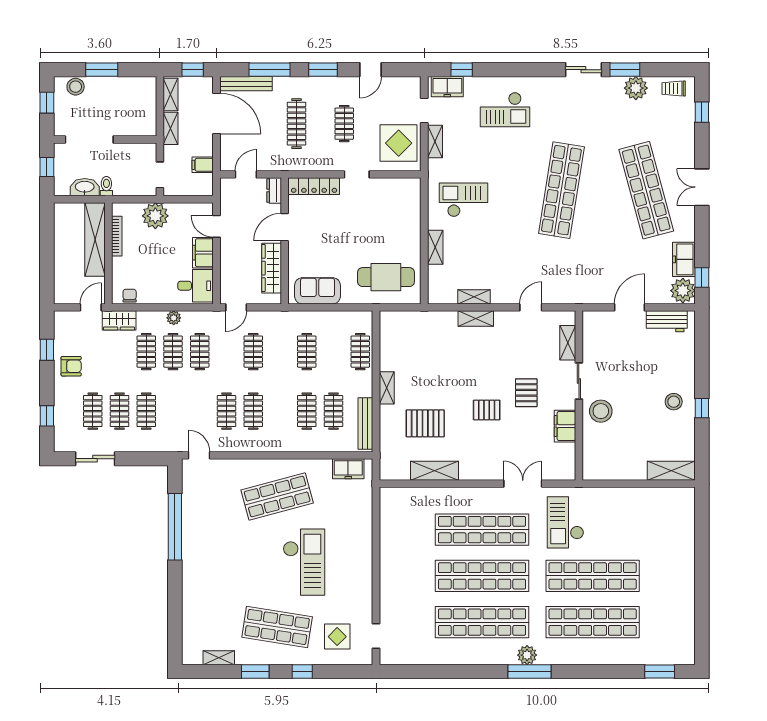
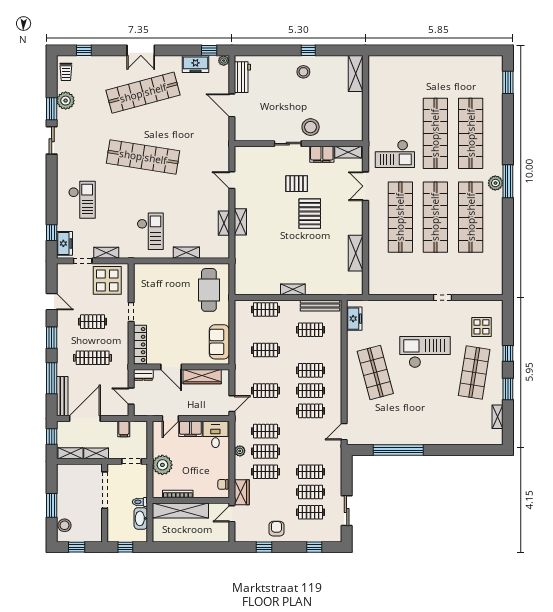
doorway: (89, 139) -> (105, 490), moved
checkout: (464, 200) -> (150, 231), turned 180
plant: (683, 291) -> (224, 61), width x0.53, depth x0.53
door: (91, 307) -> (232, 514), hinge flipped
door: (236, 307) -> (232, 404), hinge flipped
shelving: (568, 343) -> (348, 152), moved
pallet: (487, 410) -> (310, 214), width x1.50, depth x1.42
clothes rail: (307, 411) -> (311, 370), moved
pallet: (425, 423) -> (320, 260), removed
doorway: (376, 636) -> (442, 297), moved

